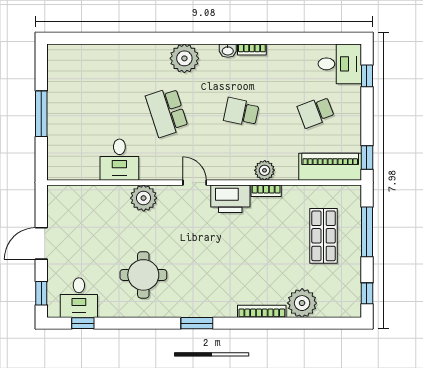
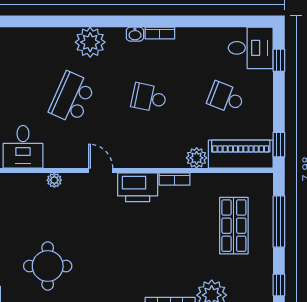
school desk: (167, 112) -> (72, 98), turned 42
school desk: (316, 112) -> (226, 98), turned 42
plant: (265, 170) -> (197, 158), moved
plant: (144, 198) -> (54, 180), width x0.53, depth x0.53

